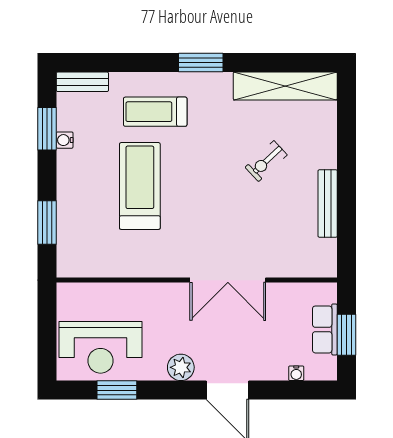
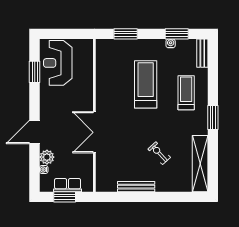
treadmill: (140, 186) -> (146, 84), turned -90
plant: (181, 367) -> (47, 157), moved

